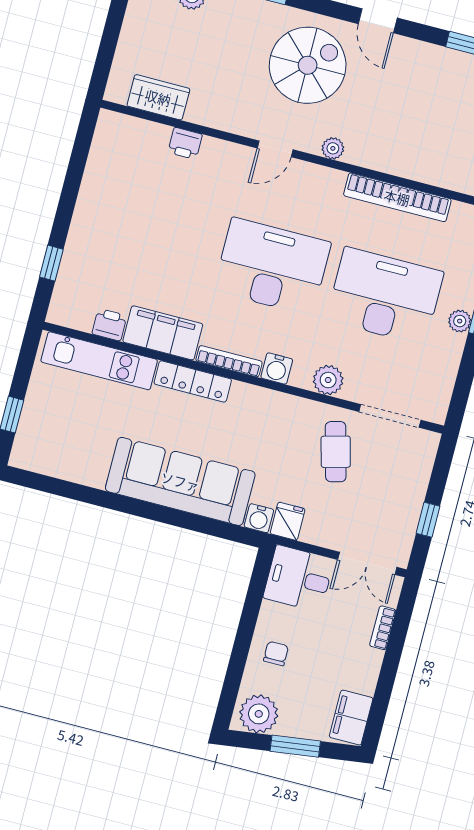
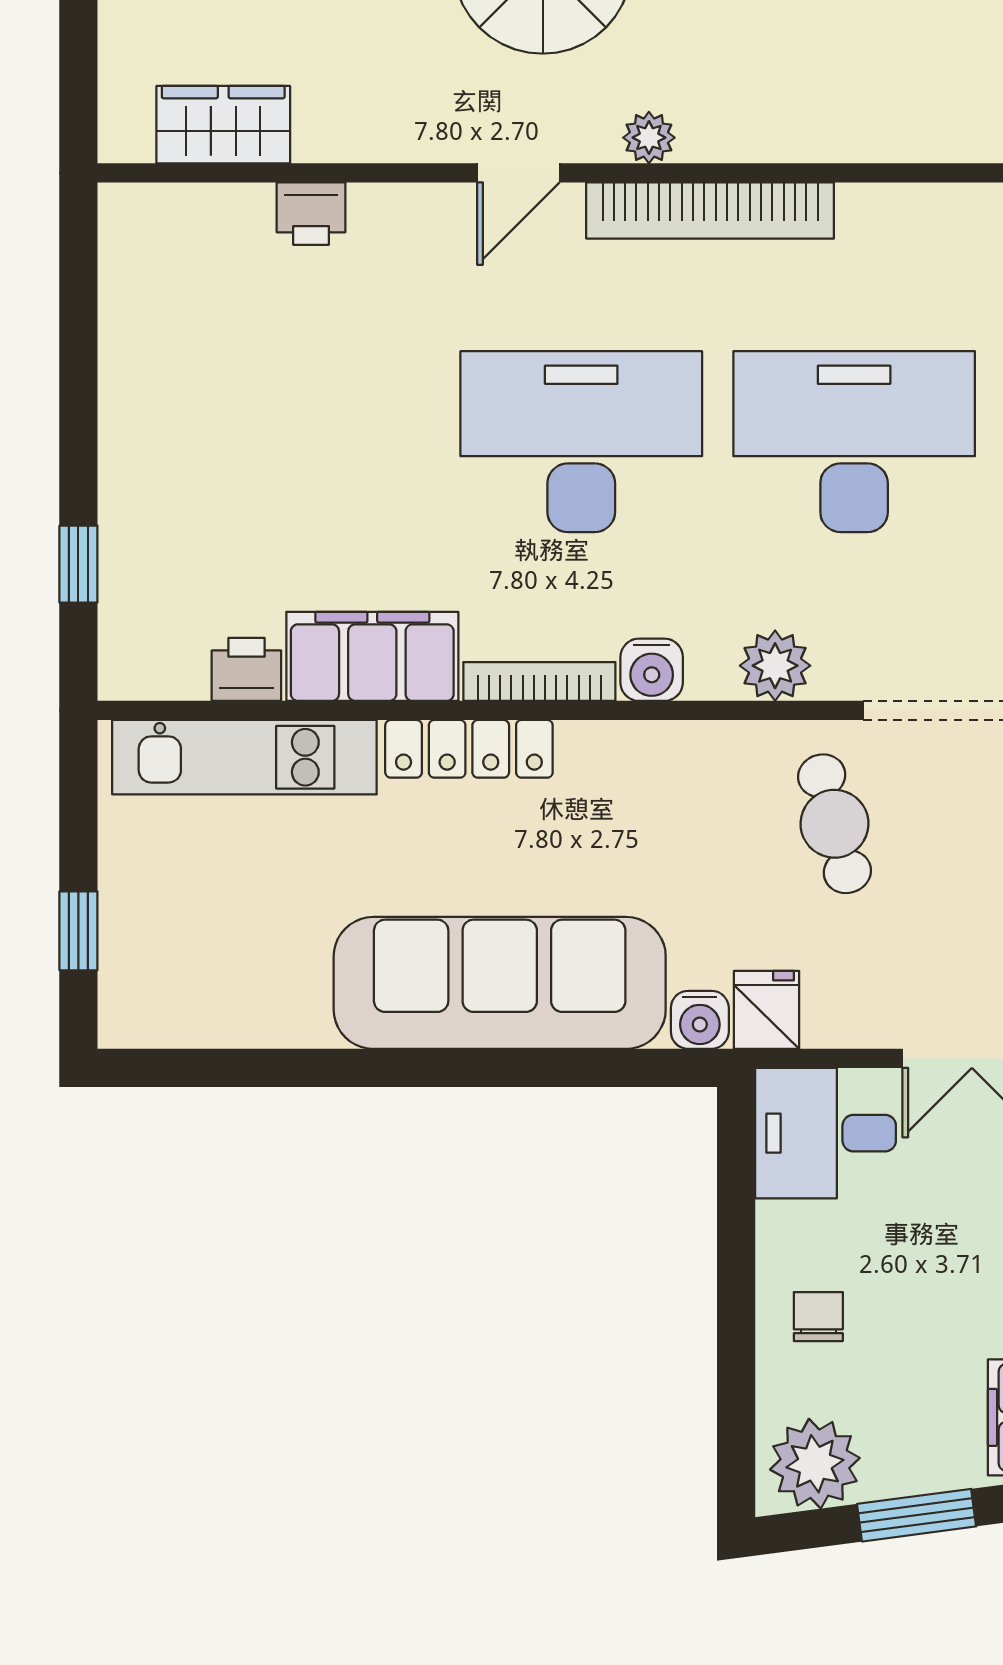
bookcase: (397, 197) -> (710, 210), moved

